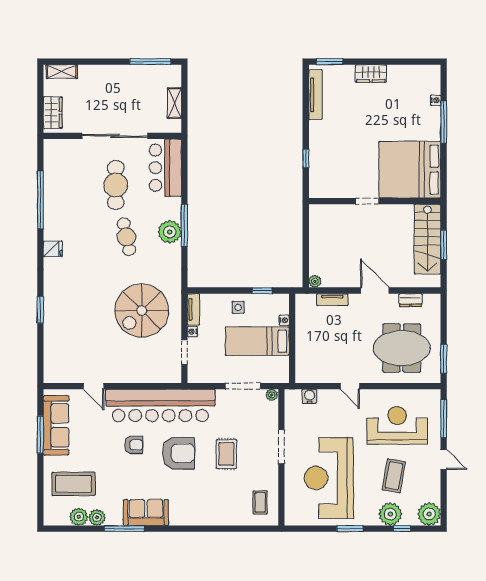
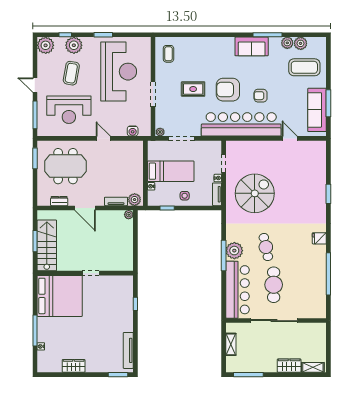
wardrobe: (371, 74) -> (74, 366), moved
wardrobe: (53, 113) -> (289, 366), moved, turned 90
bar counter: (165, 168) -> (237, 290), width x1.36
plant: (307, 302) -> (135, 200), added
rug: (226, 454) -> (193, 89), turned 90

